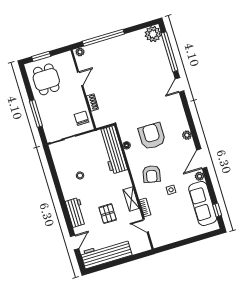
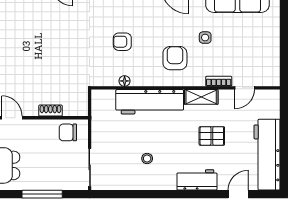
armchair: (152, 136) -> (122, 42), width x0.53, depth x0.53
workbench: (113, 150) -> (150, 102), moved
armchair: (152, 174) -> (175, 58), turned -102
door: (75, 242) -> (238, 194), hinge flipped

